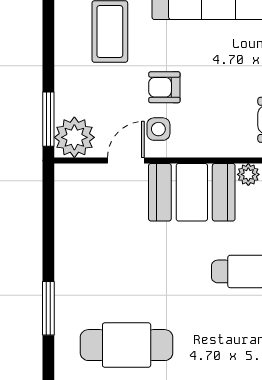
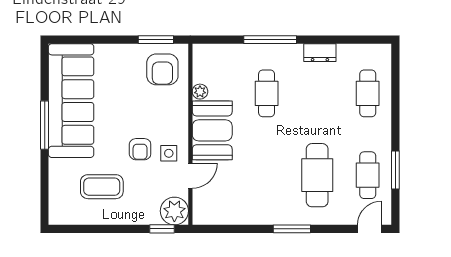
window: (48, 119) -> (162, 229), width x0.67
door: (126, 160) -> (190, 176), swing flipped

